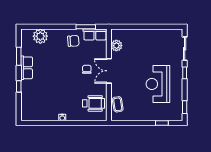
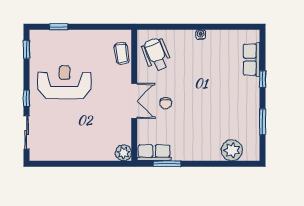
chair: (73, 41) -> (185, 144), removed
plant: (116, 46) -> (123, 153), moved
row of seats: (27, 68) -> (251, 60), moved
reception desk: (158, 84) -> (64, 82), turned -90
wheelchair: (93, 103) -> (156, 55), turned 68

